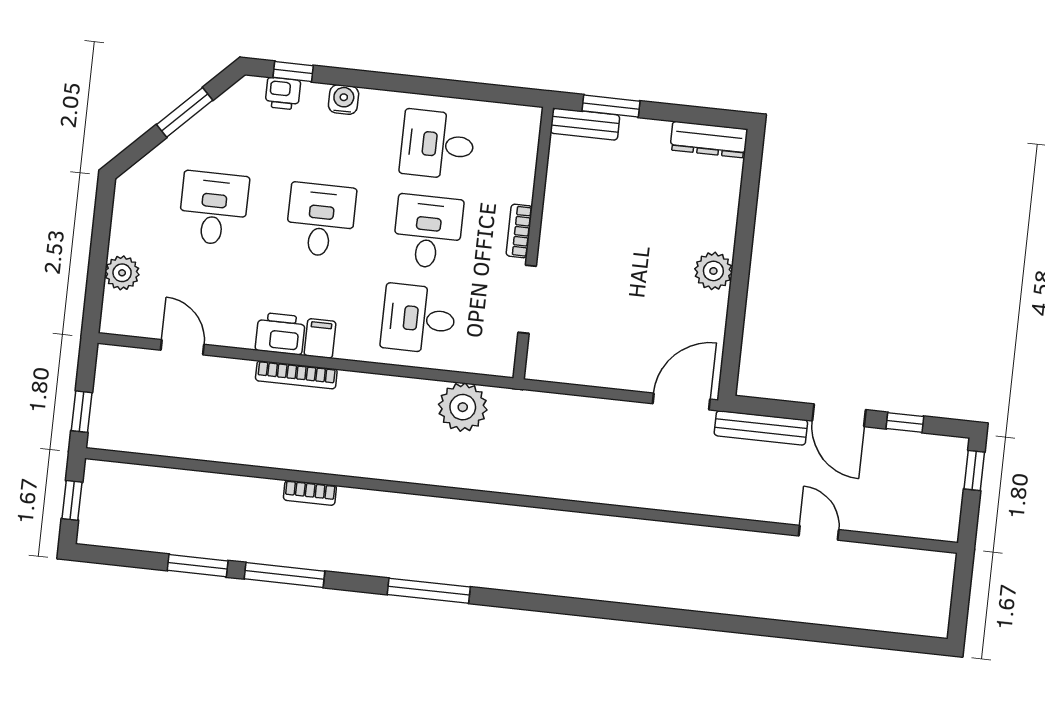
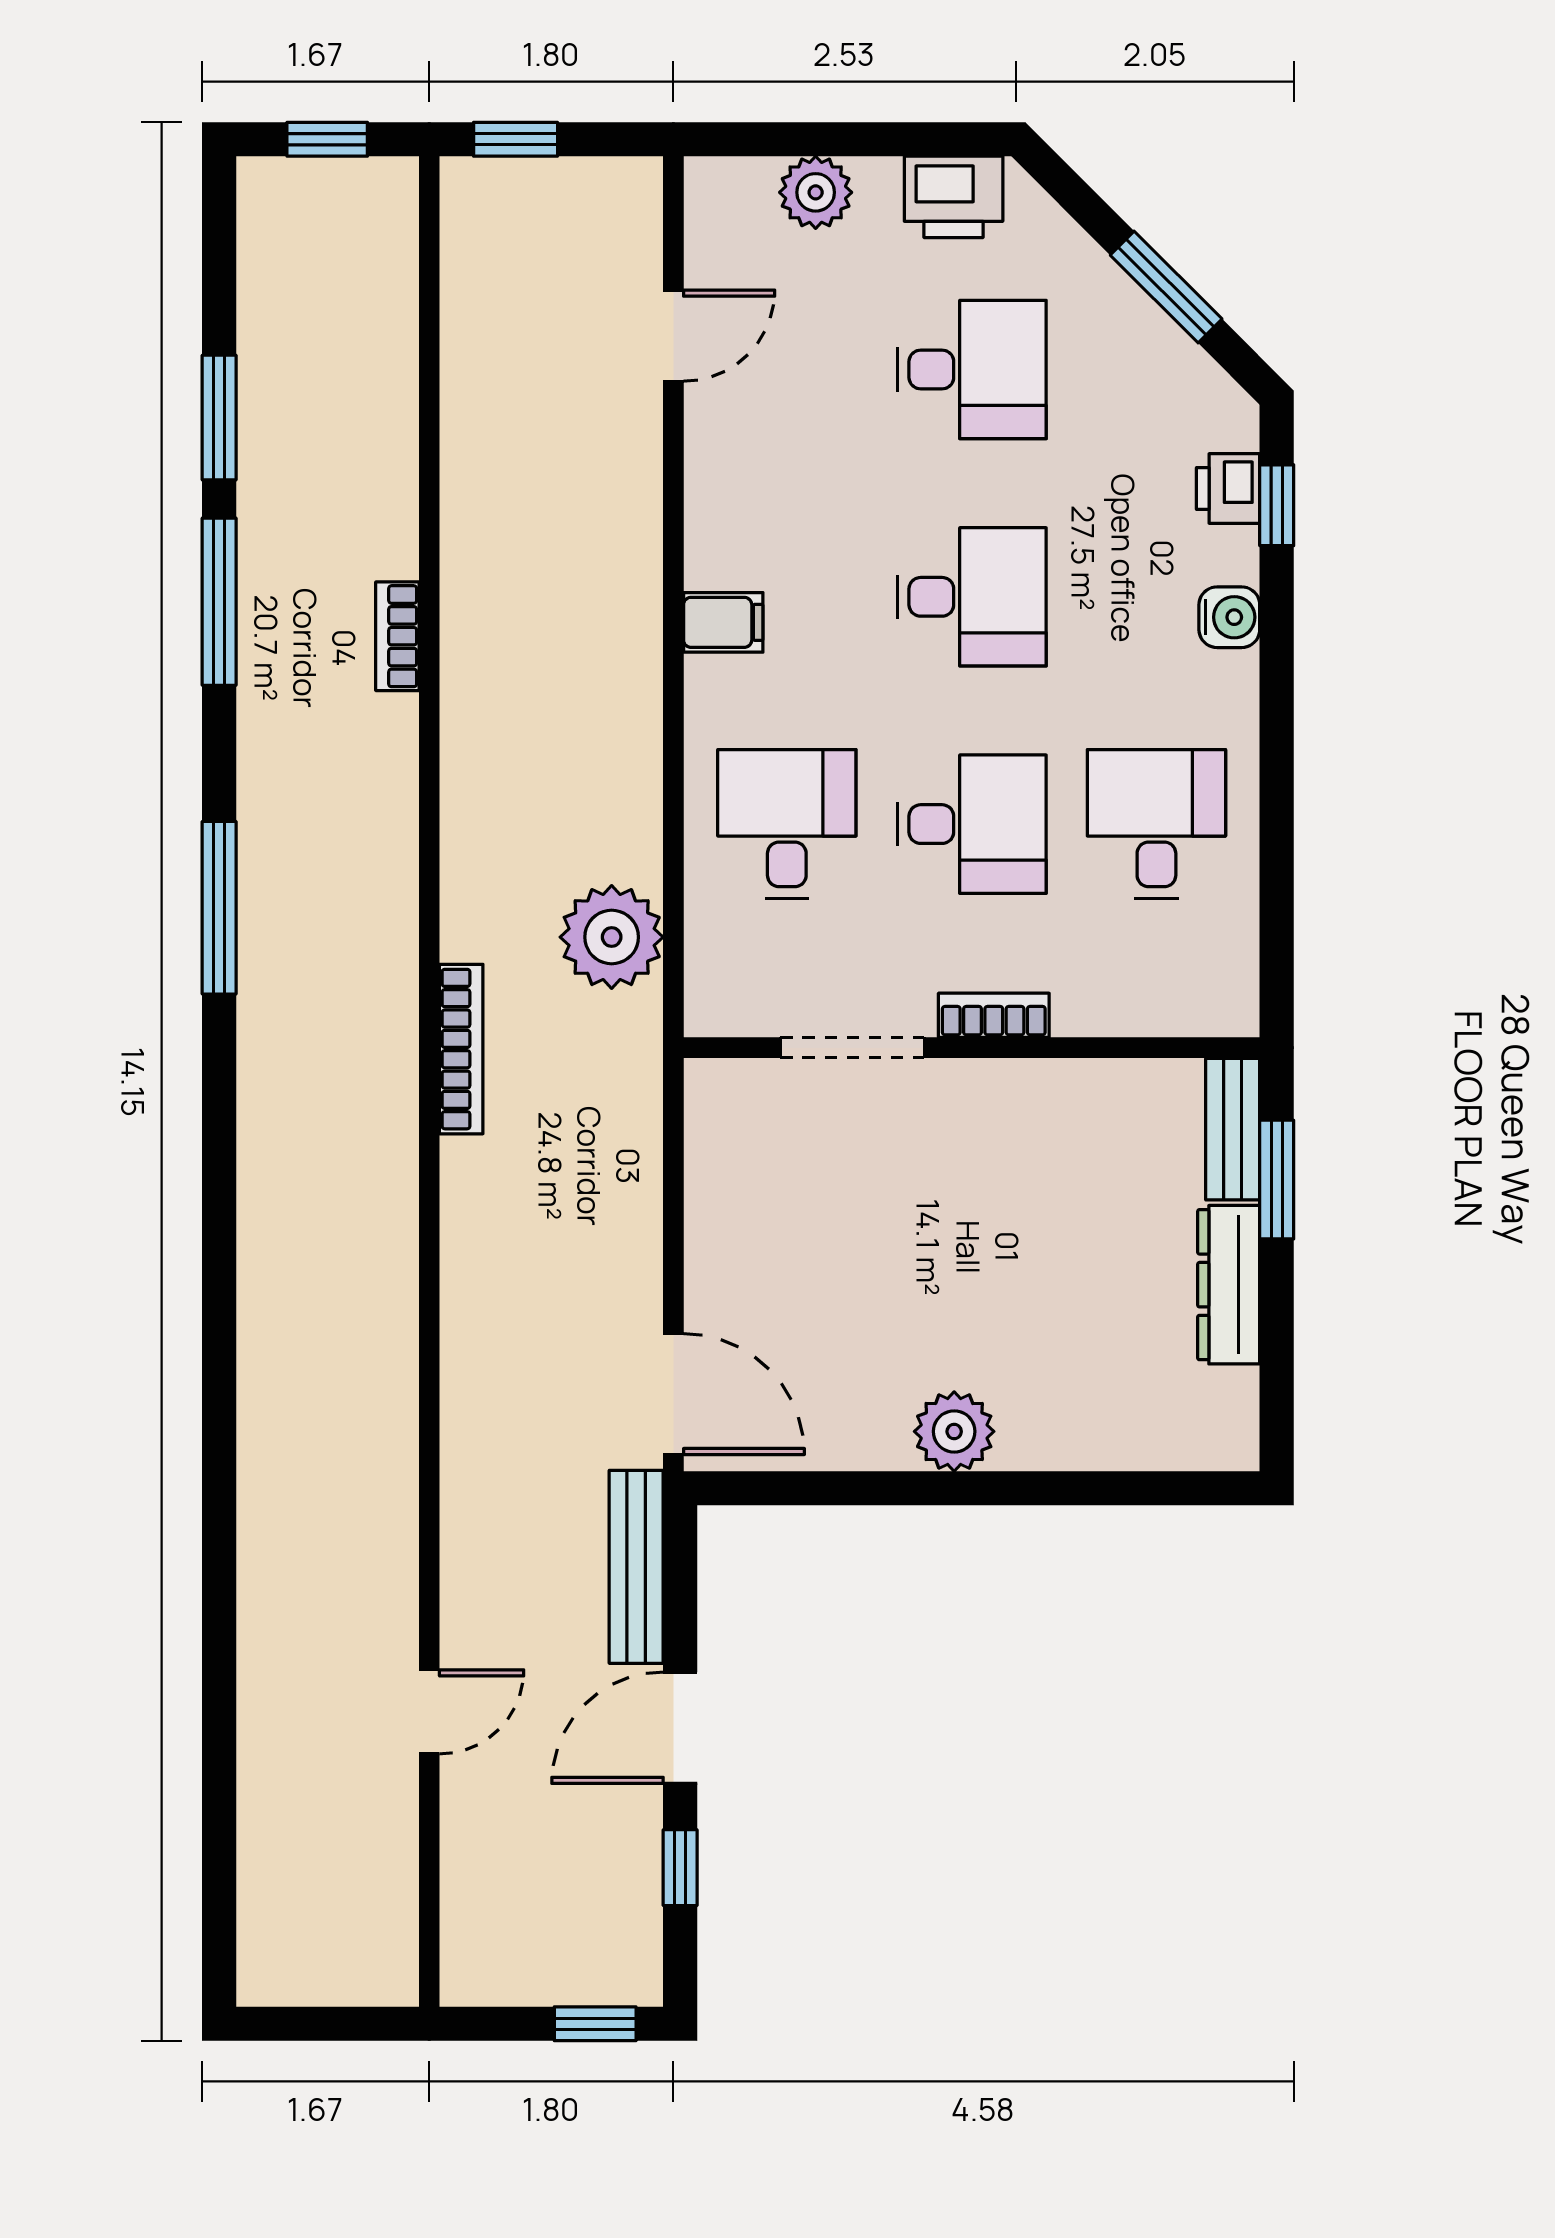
dresser: (709, 139) -> (1229, 1285), moved
printer: (280, 334) -> (954, 197), moved, turned 90
bookcase: (296, 375) -> (461, 1049), moved, turned 180

